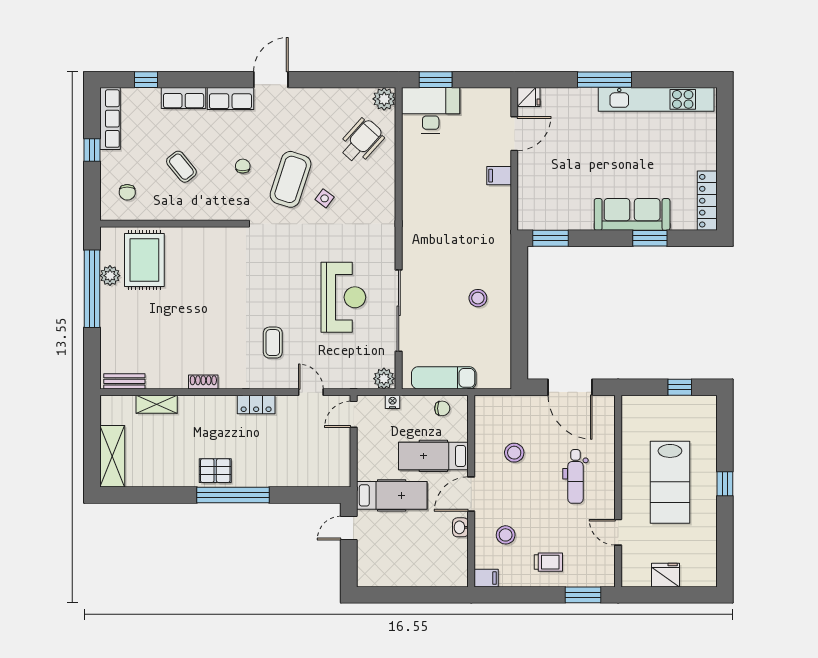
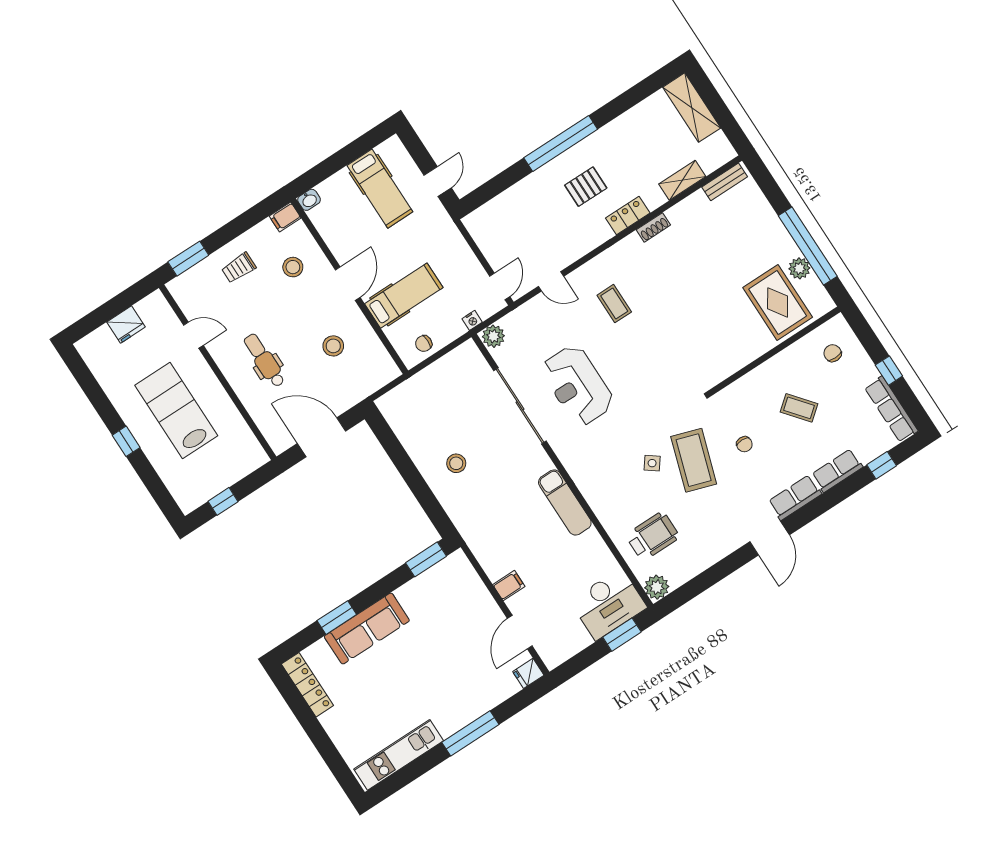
kitchen unit: (656, 99) -> (399, 755), width x0.73
wheelchair: (361, 141) -> (653, 536), turned -132
exam couch: (444, 378) -> (565, 503), moved, turned 90
locker: (256, 404) -> (628, 216), moved
pallet: (215, 471) -> (586, 187), moved
hospital bed: (392, 495) -> (380, 189), moved, turned -90
washbasin: (460, 527) -> (309, 200), moved, turned 90

